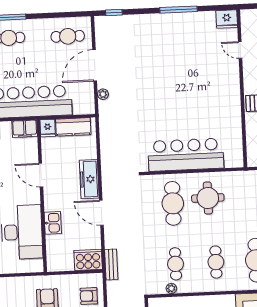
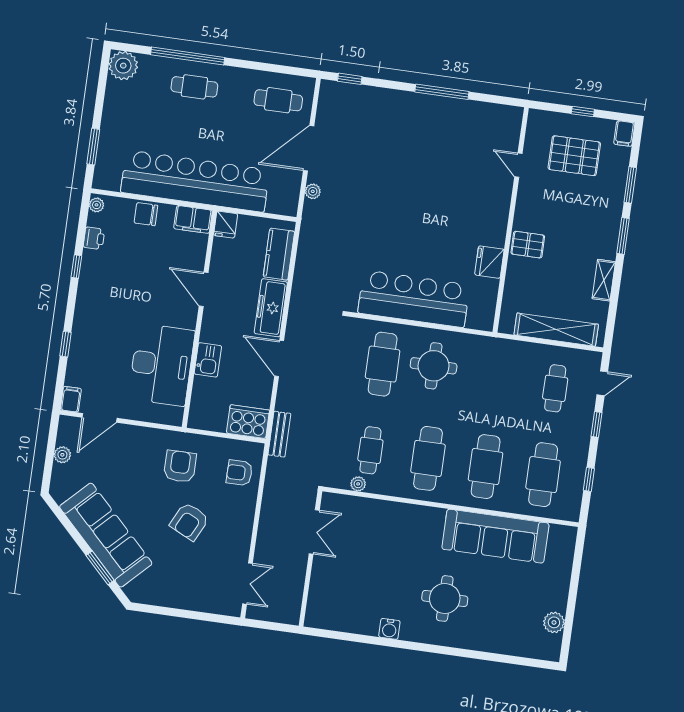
fridge: (227, 19) -> (489, 262), moved, turned 90
kitchen counter: (73, 127) -> (279, 254), moved, turned 90
cafe table: (216, 262) -> (428, 458), width x1.37, depth x1.35

